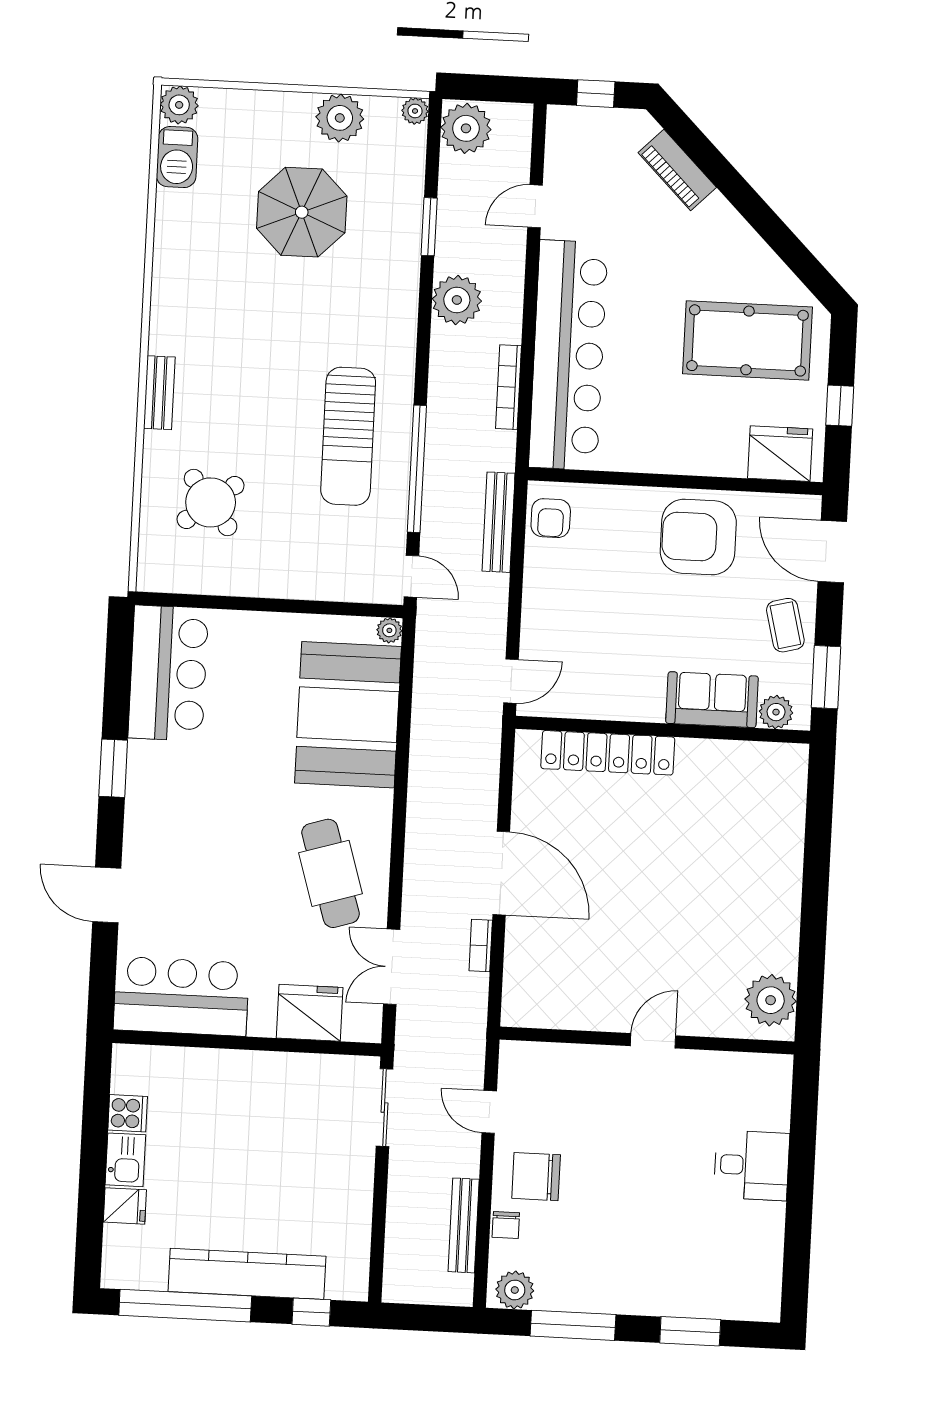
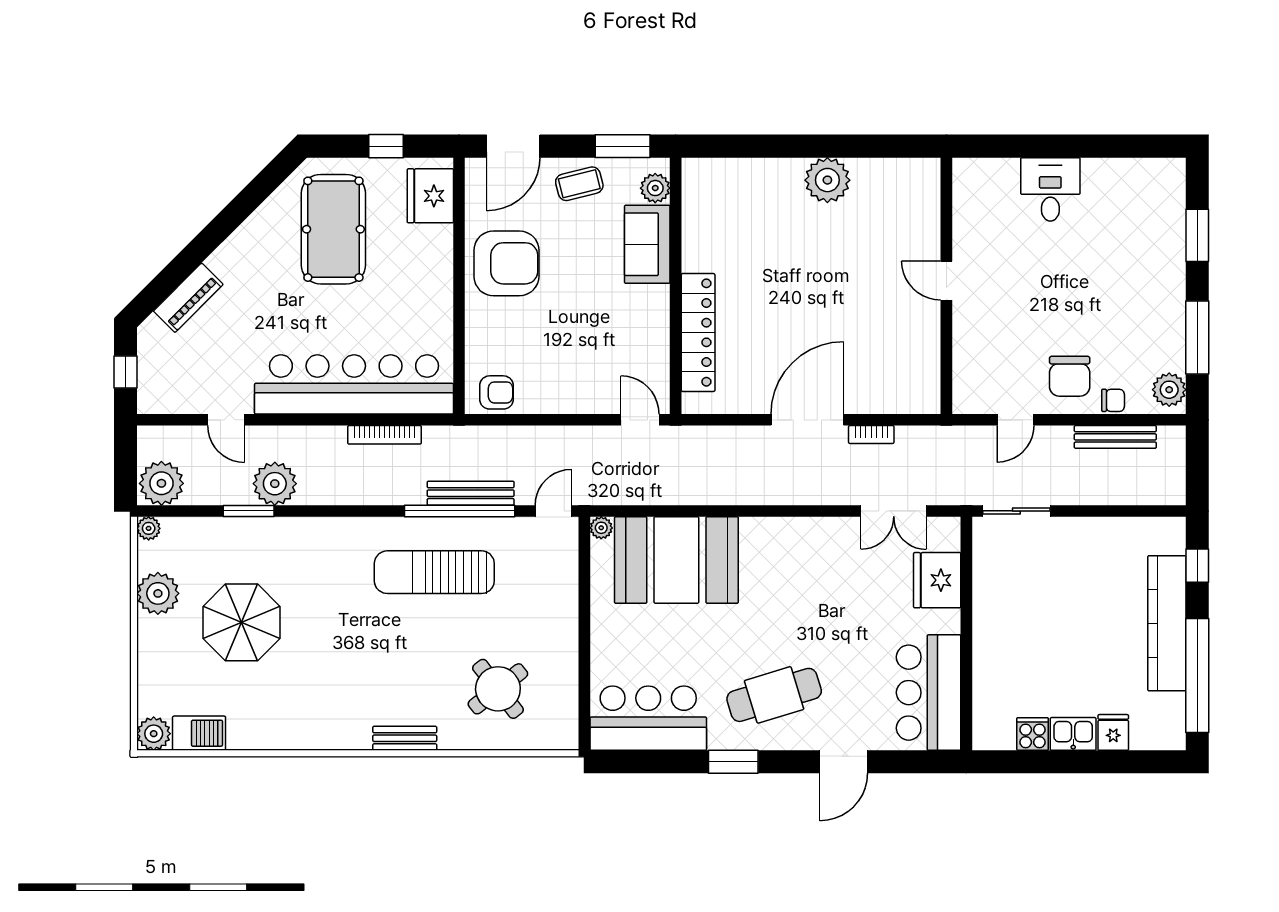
plant: (457, 300) -> (275, 484), moved
sun lounger: (348, 436) -> (434, 572), turned 180
bench: (499, 522) -> (471, 493), moved
armchair: (698, 537) -> (506, 263), turned -90
cafe table: (331, 873) -> (774, 695), moved
plant: (771, 1000) -> (827, 180), moved

